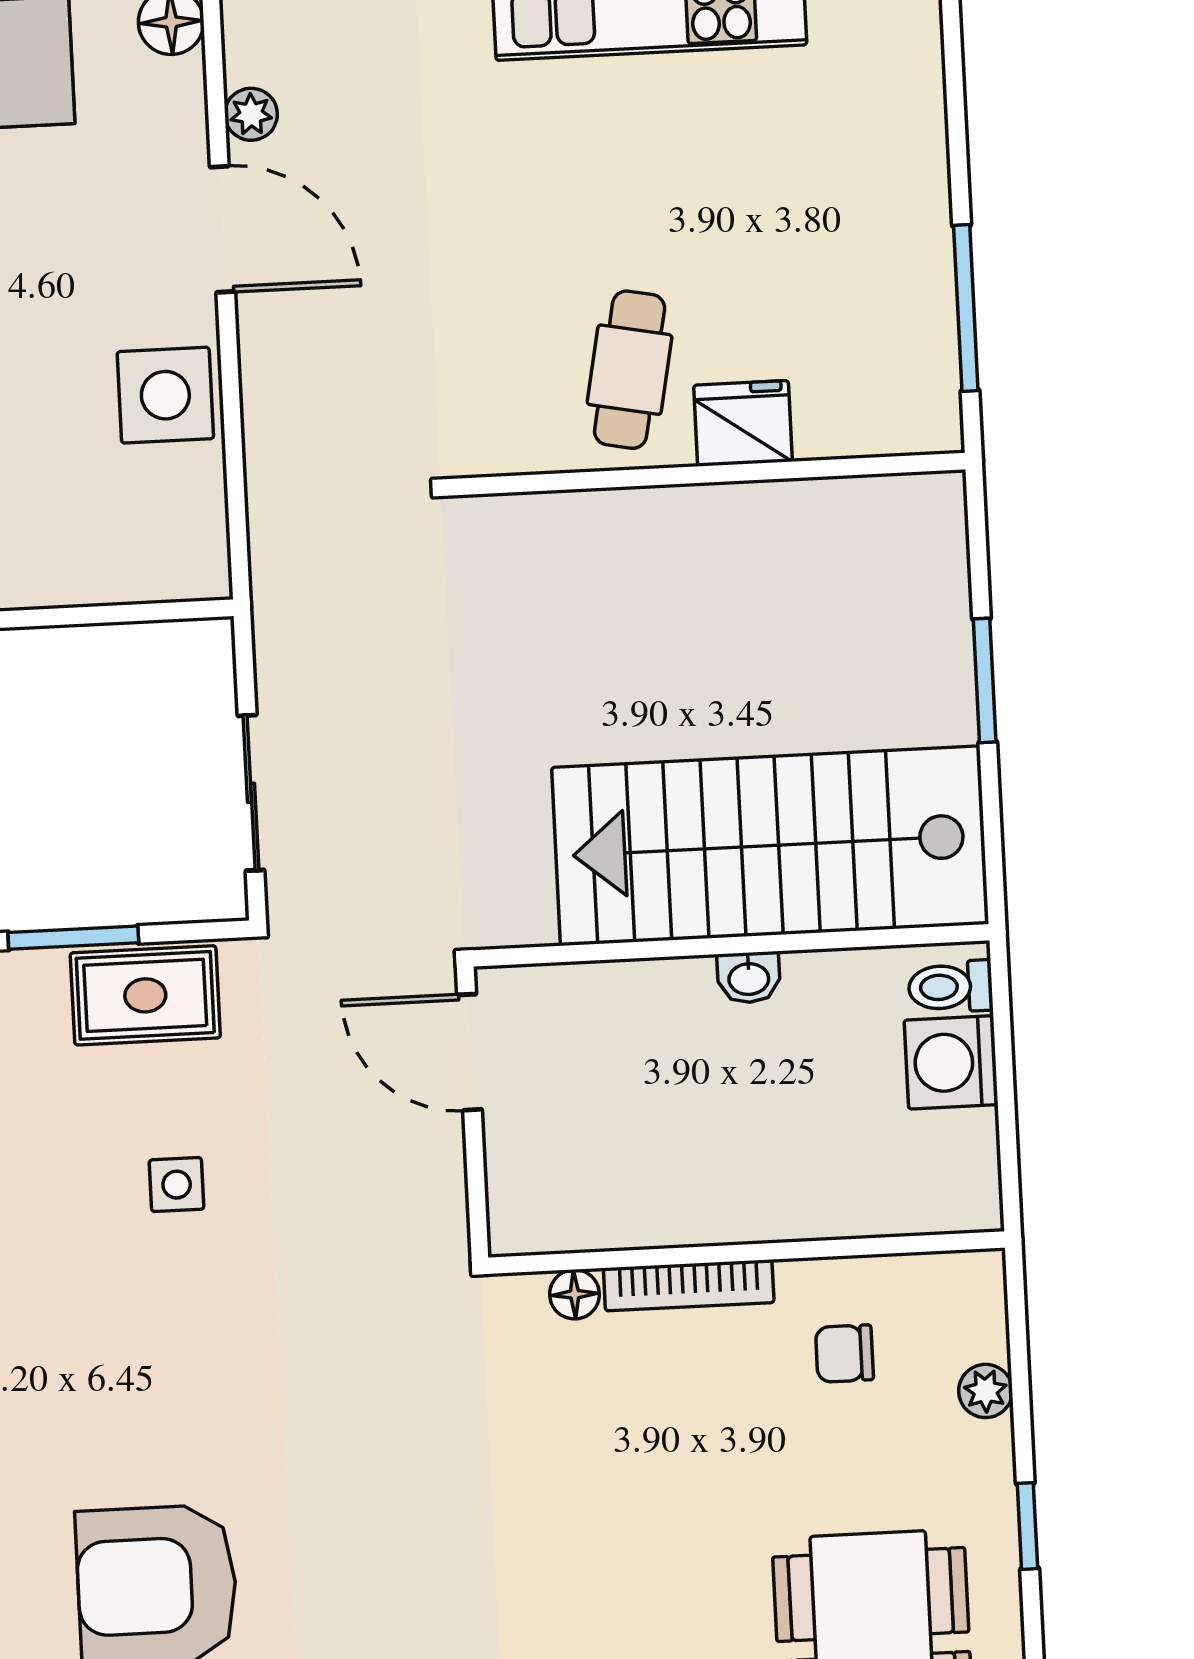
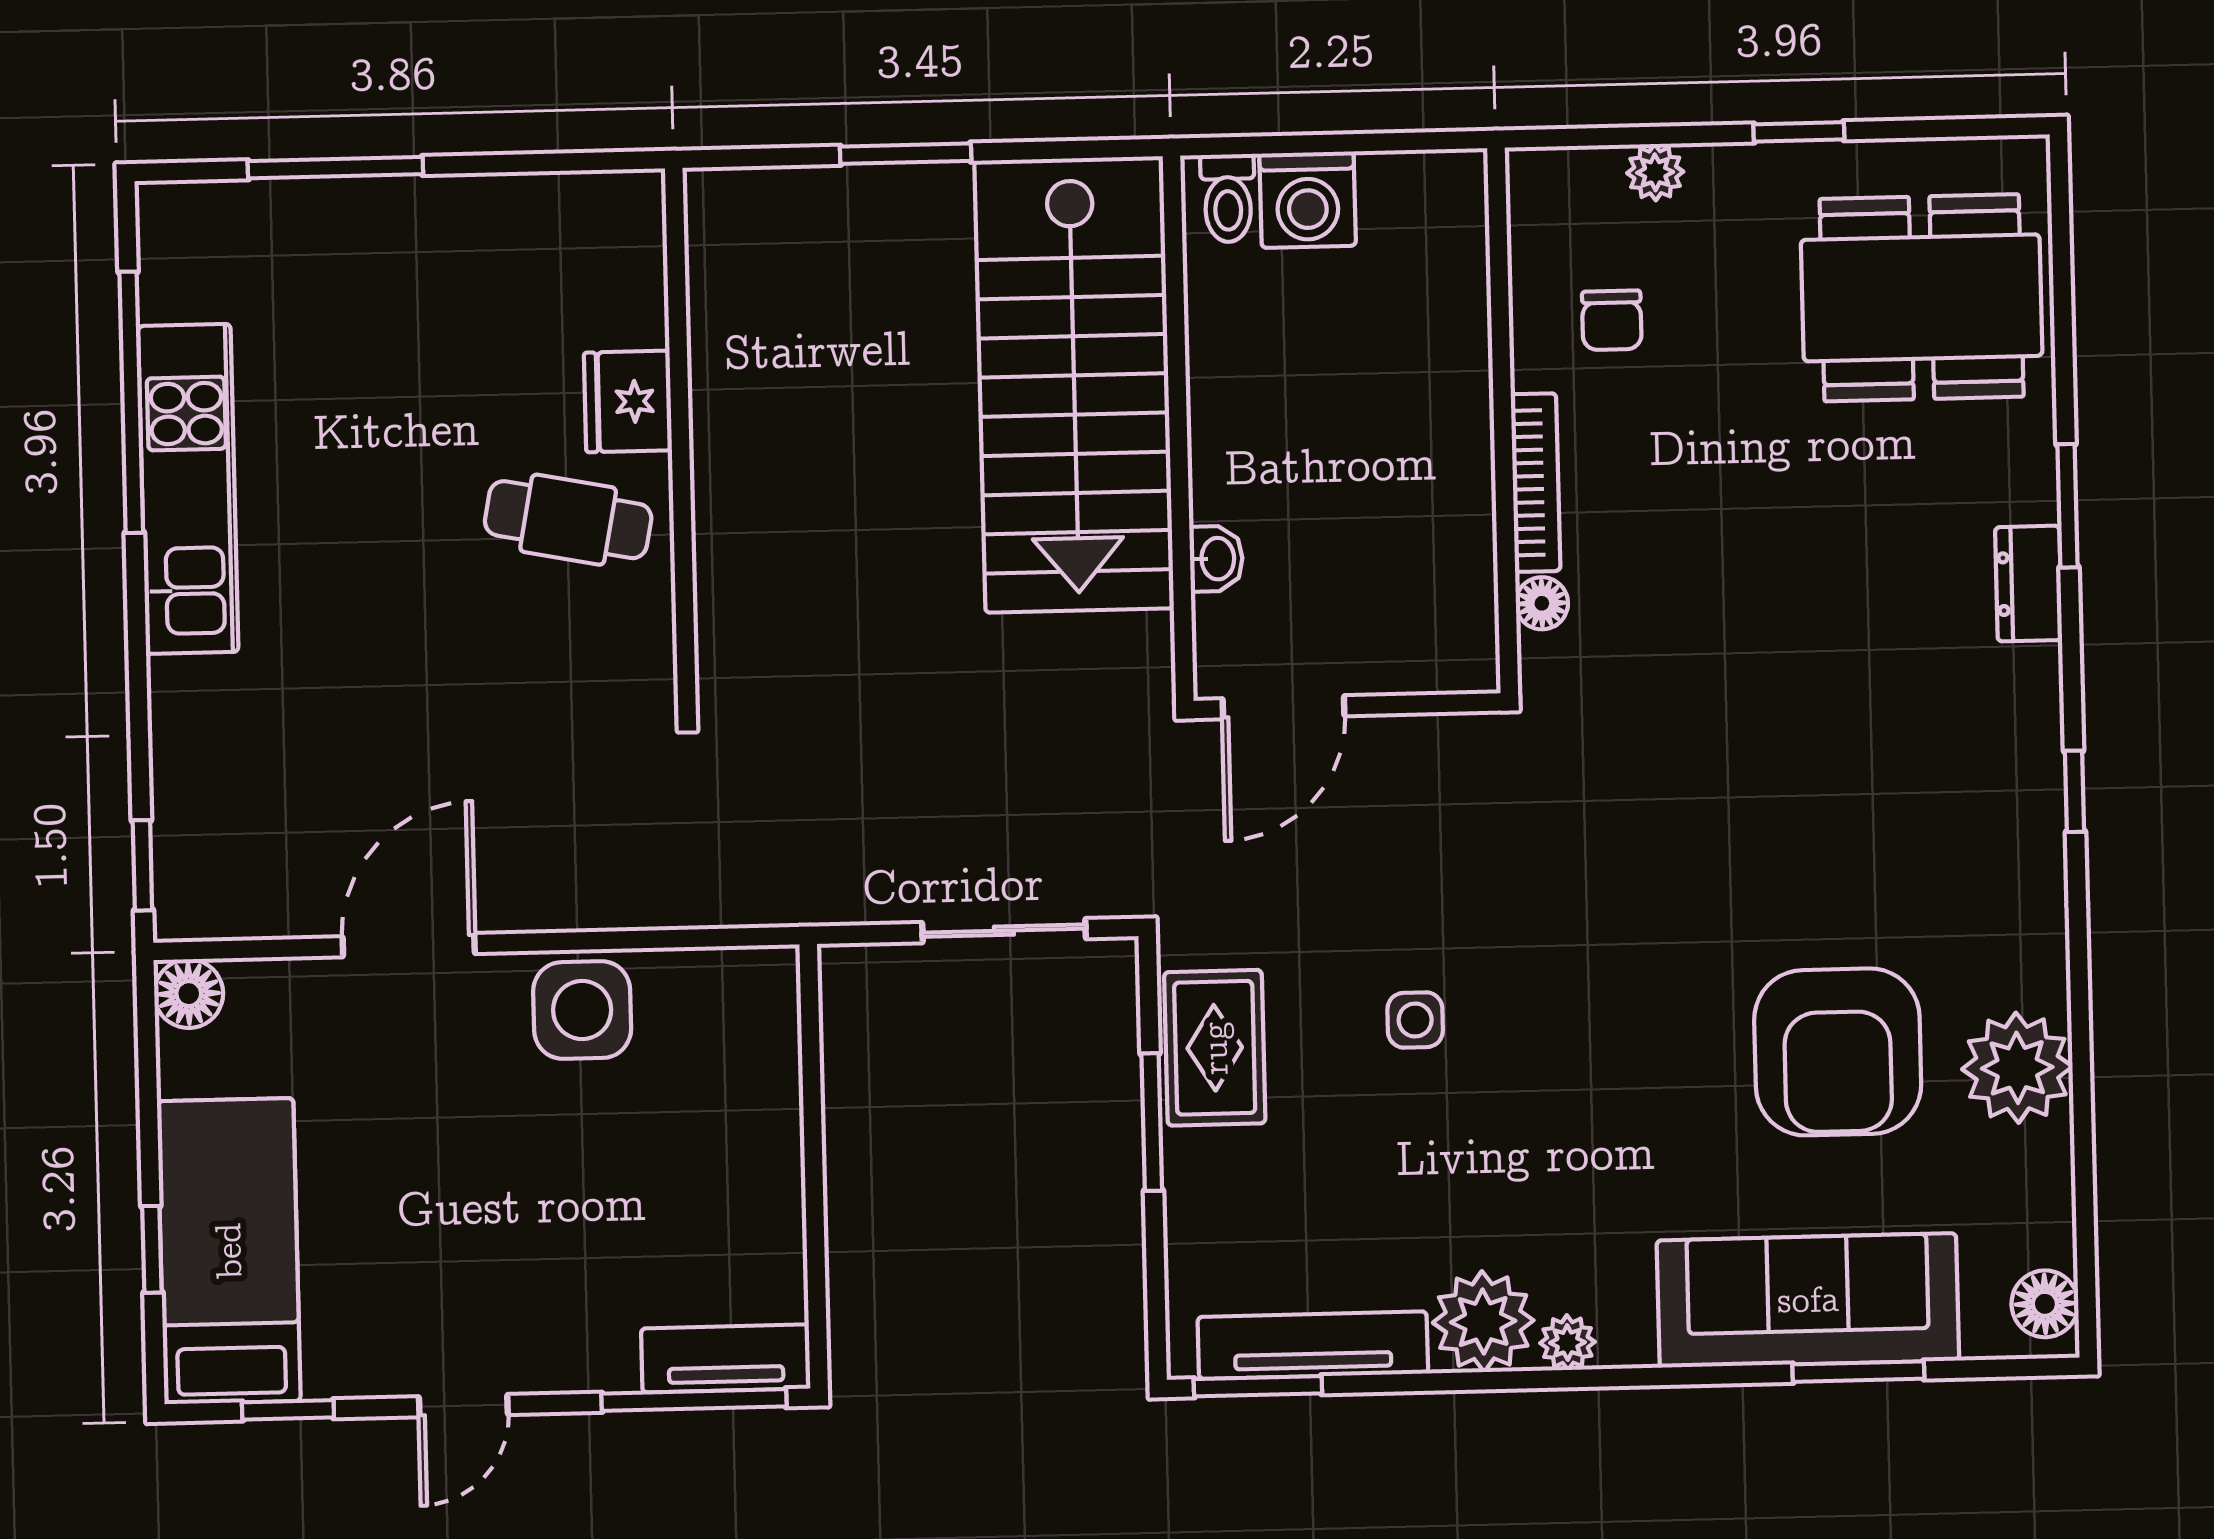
plant: (251, 114) -> (288, 912), removed
window: (966, 308) -> (335, 168), moved
washbasin: (749, 978) -> (1216, 559), moved

